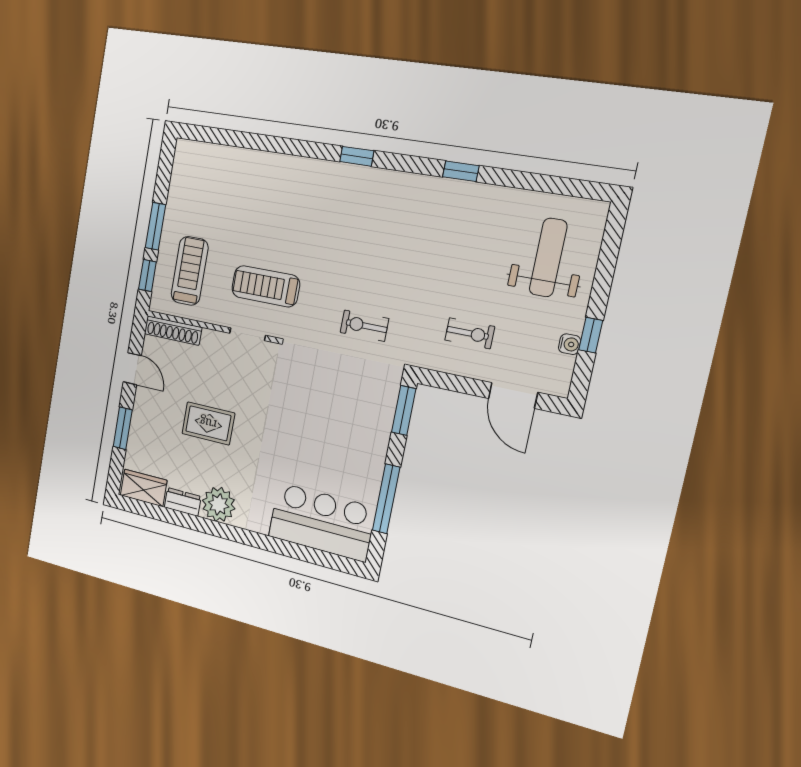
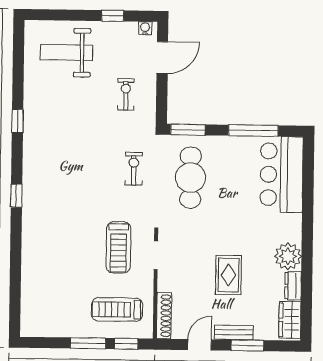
exercise bike: (364, 326) -> (134, 169), turned 180
water cooler: (570, 344) -> (145, 28), moved
cafe table: (339, 400) -> (190, 178), added
bench: (140, 415) -> (234, 332), added

